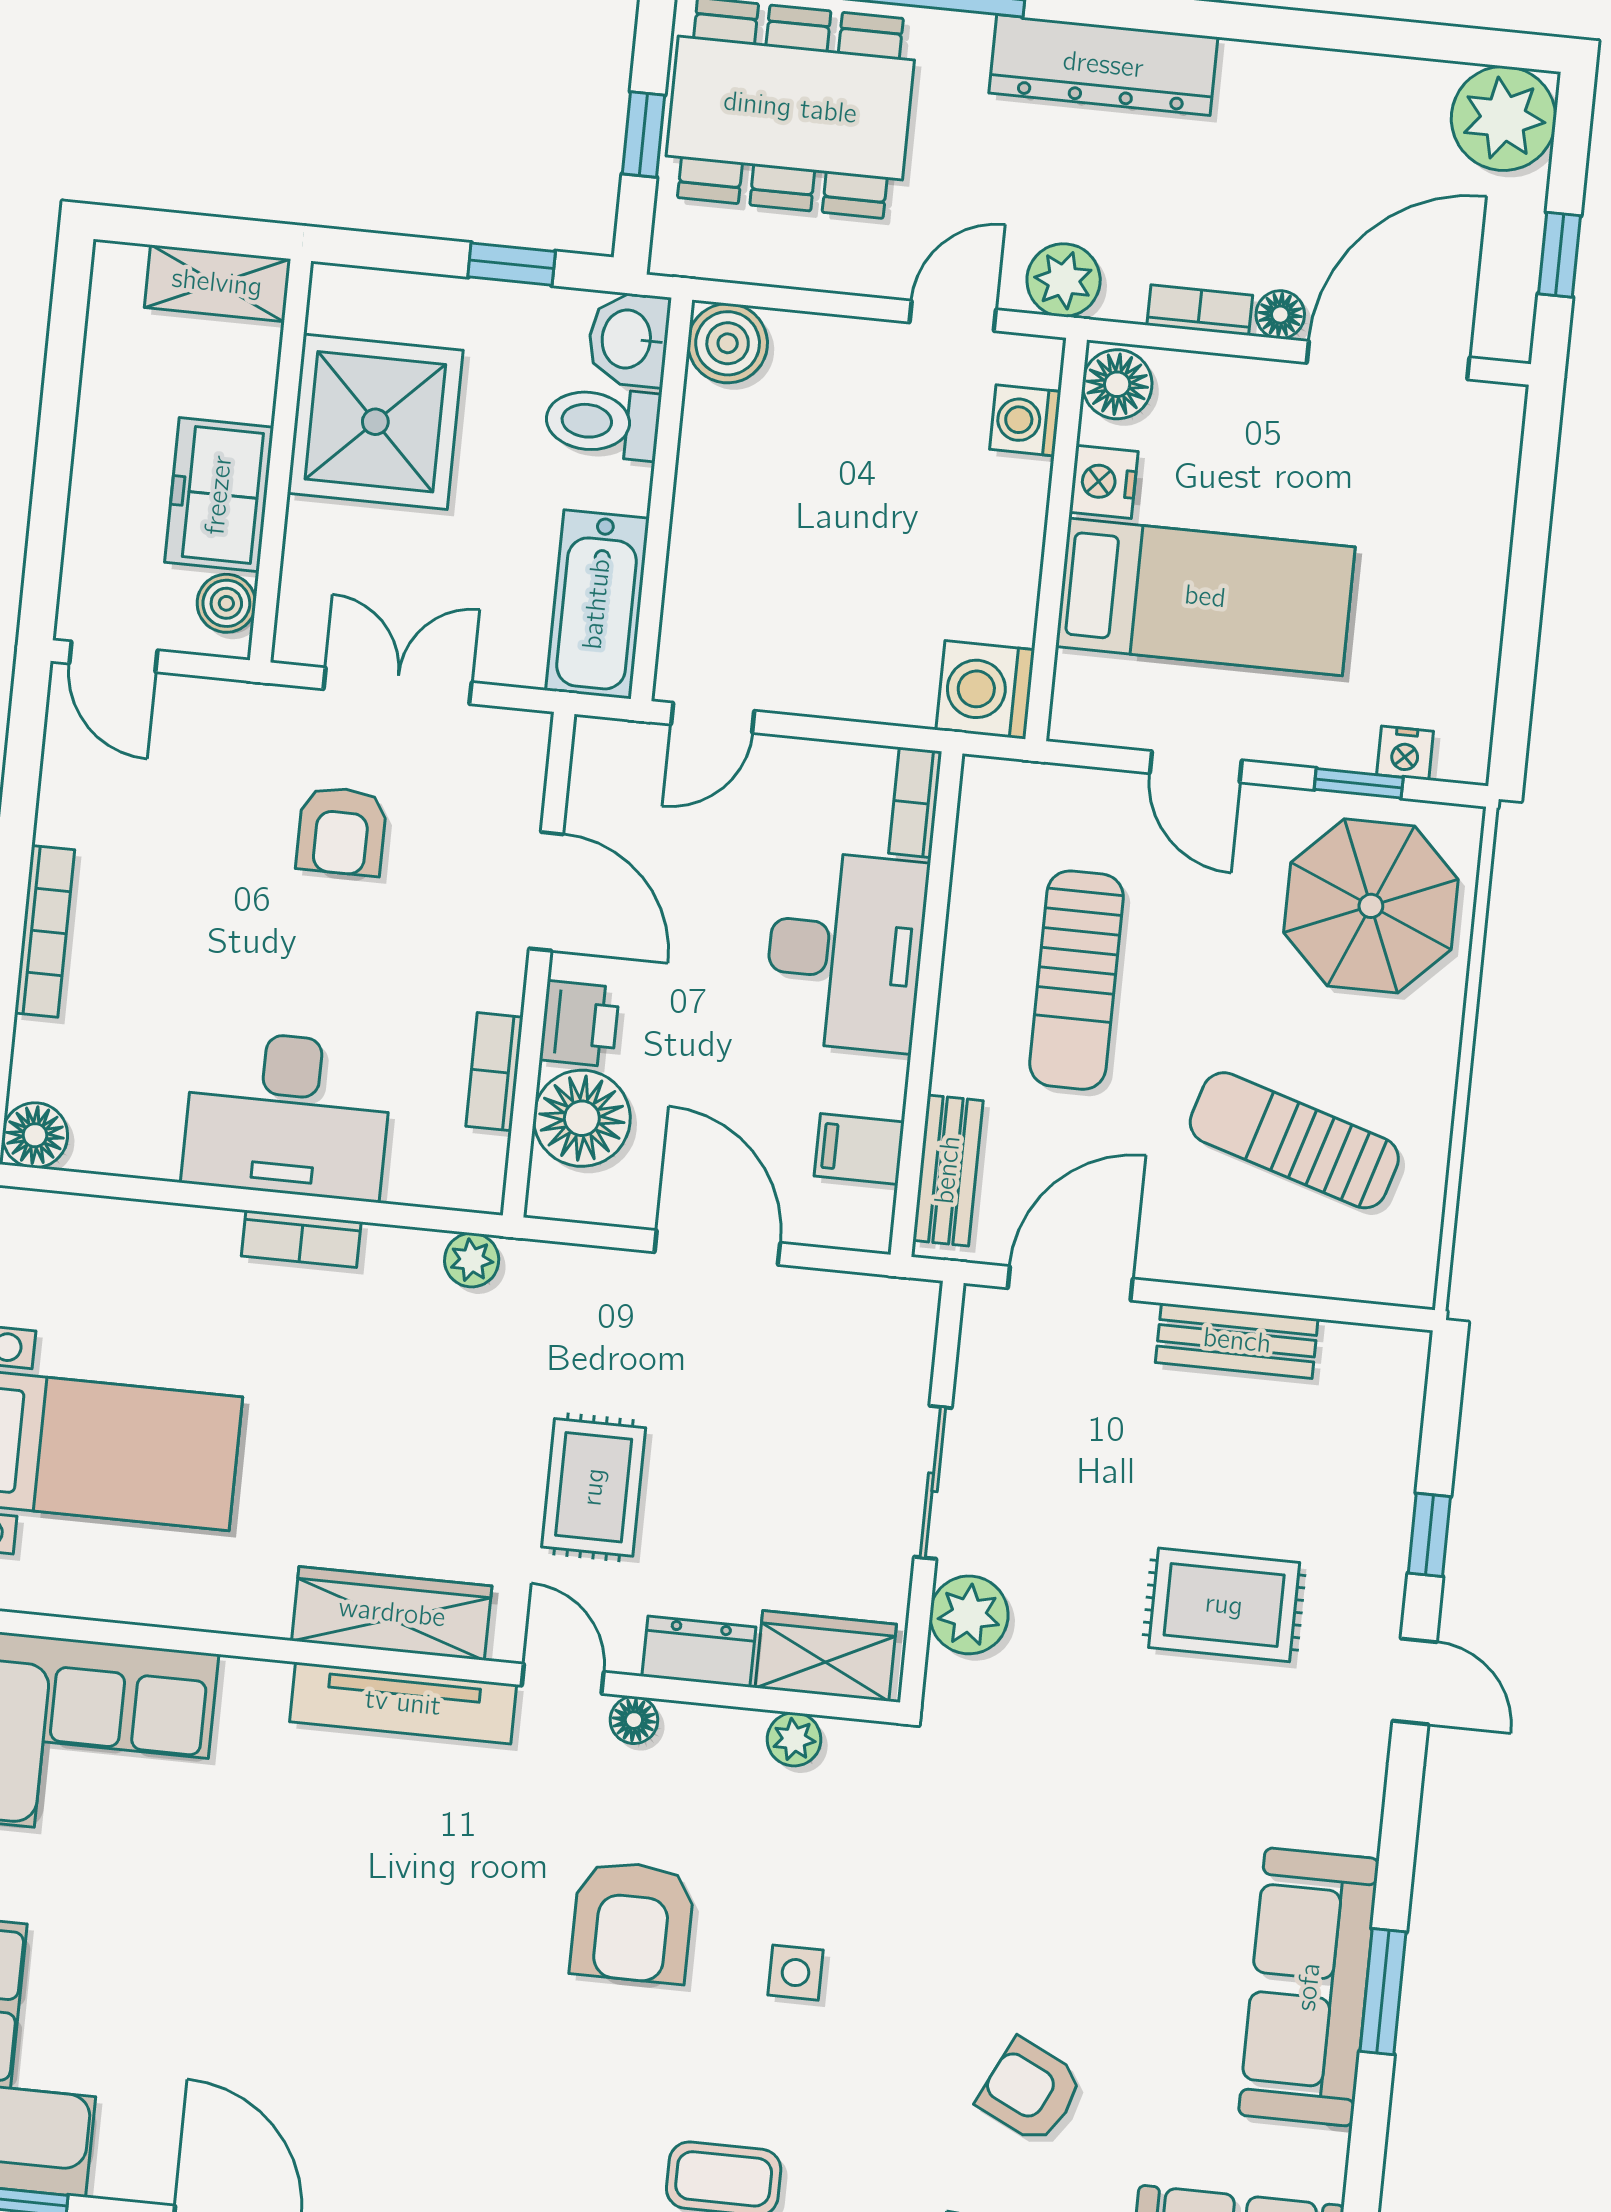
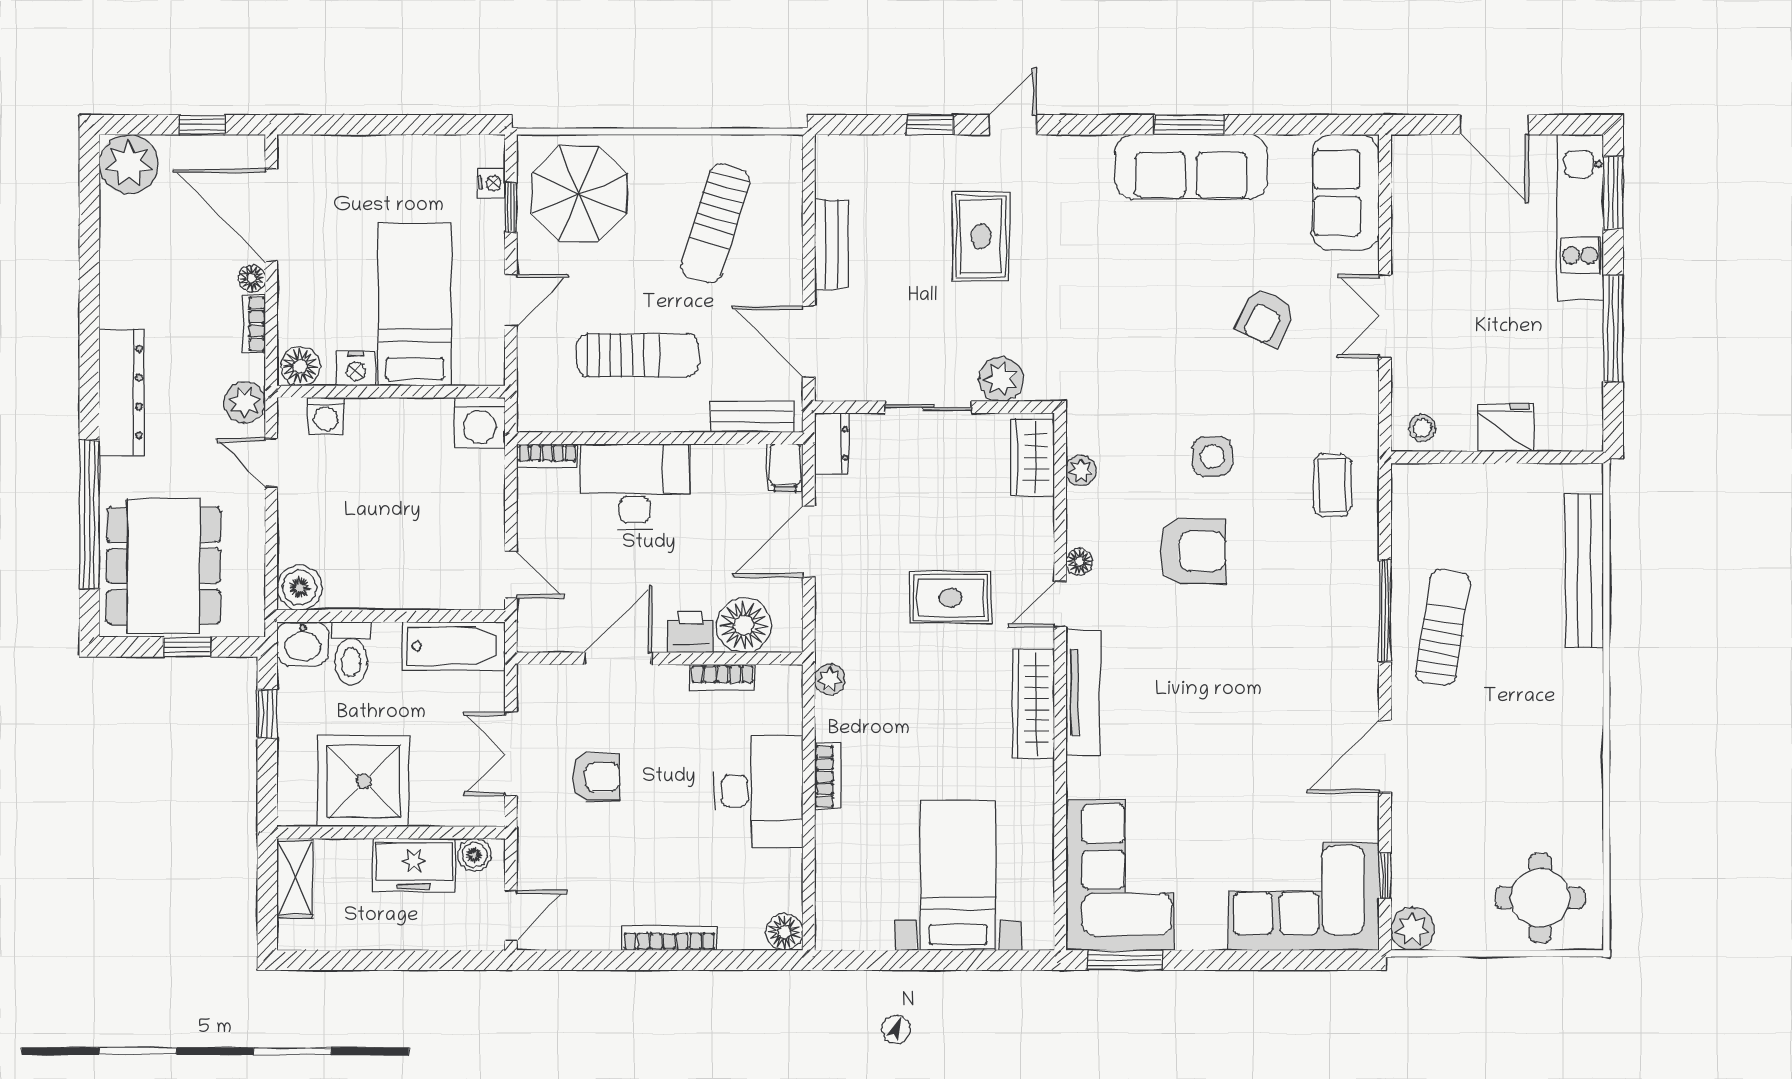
filing cabinet: (859, 1149) -> (785, 468), moved
dresser: (699, 1652) -> (832, 444), moved, turned 180
side table: (796, 1973) -> (1212, 456), width x1.37, depth x1.37

